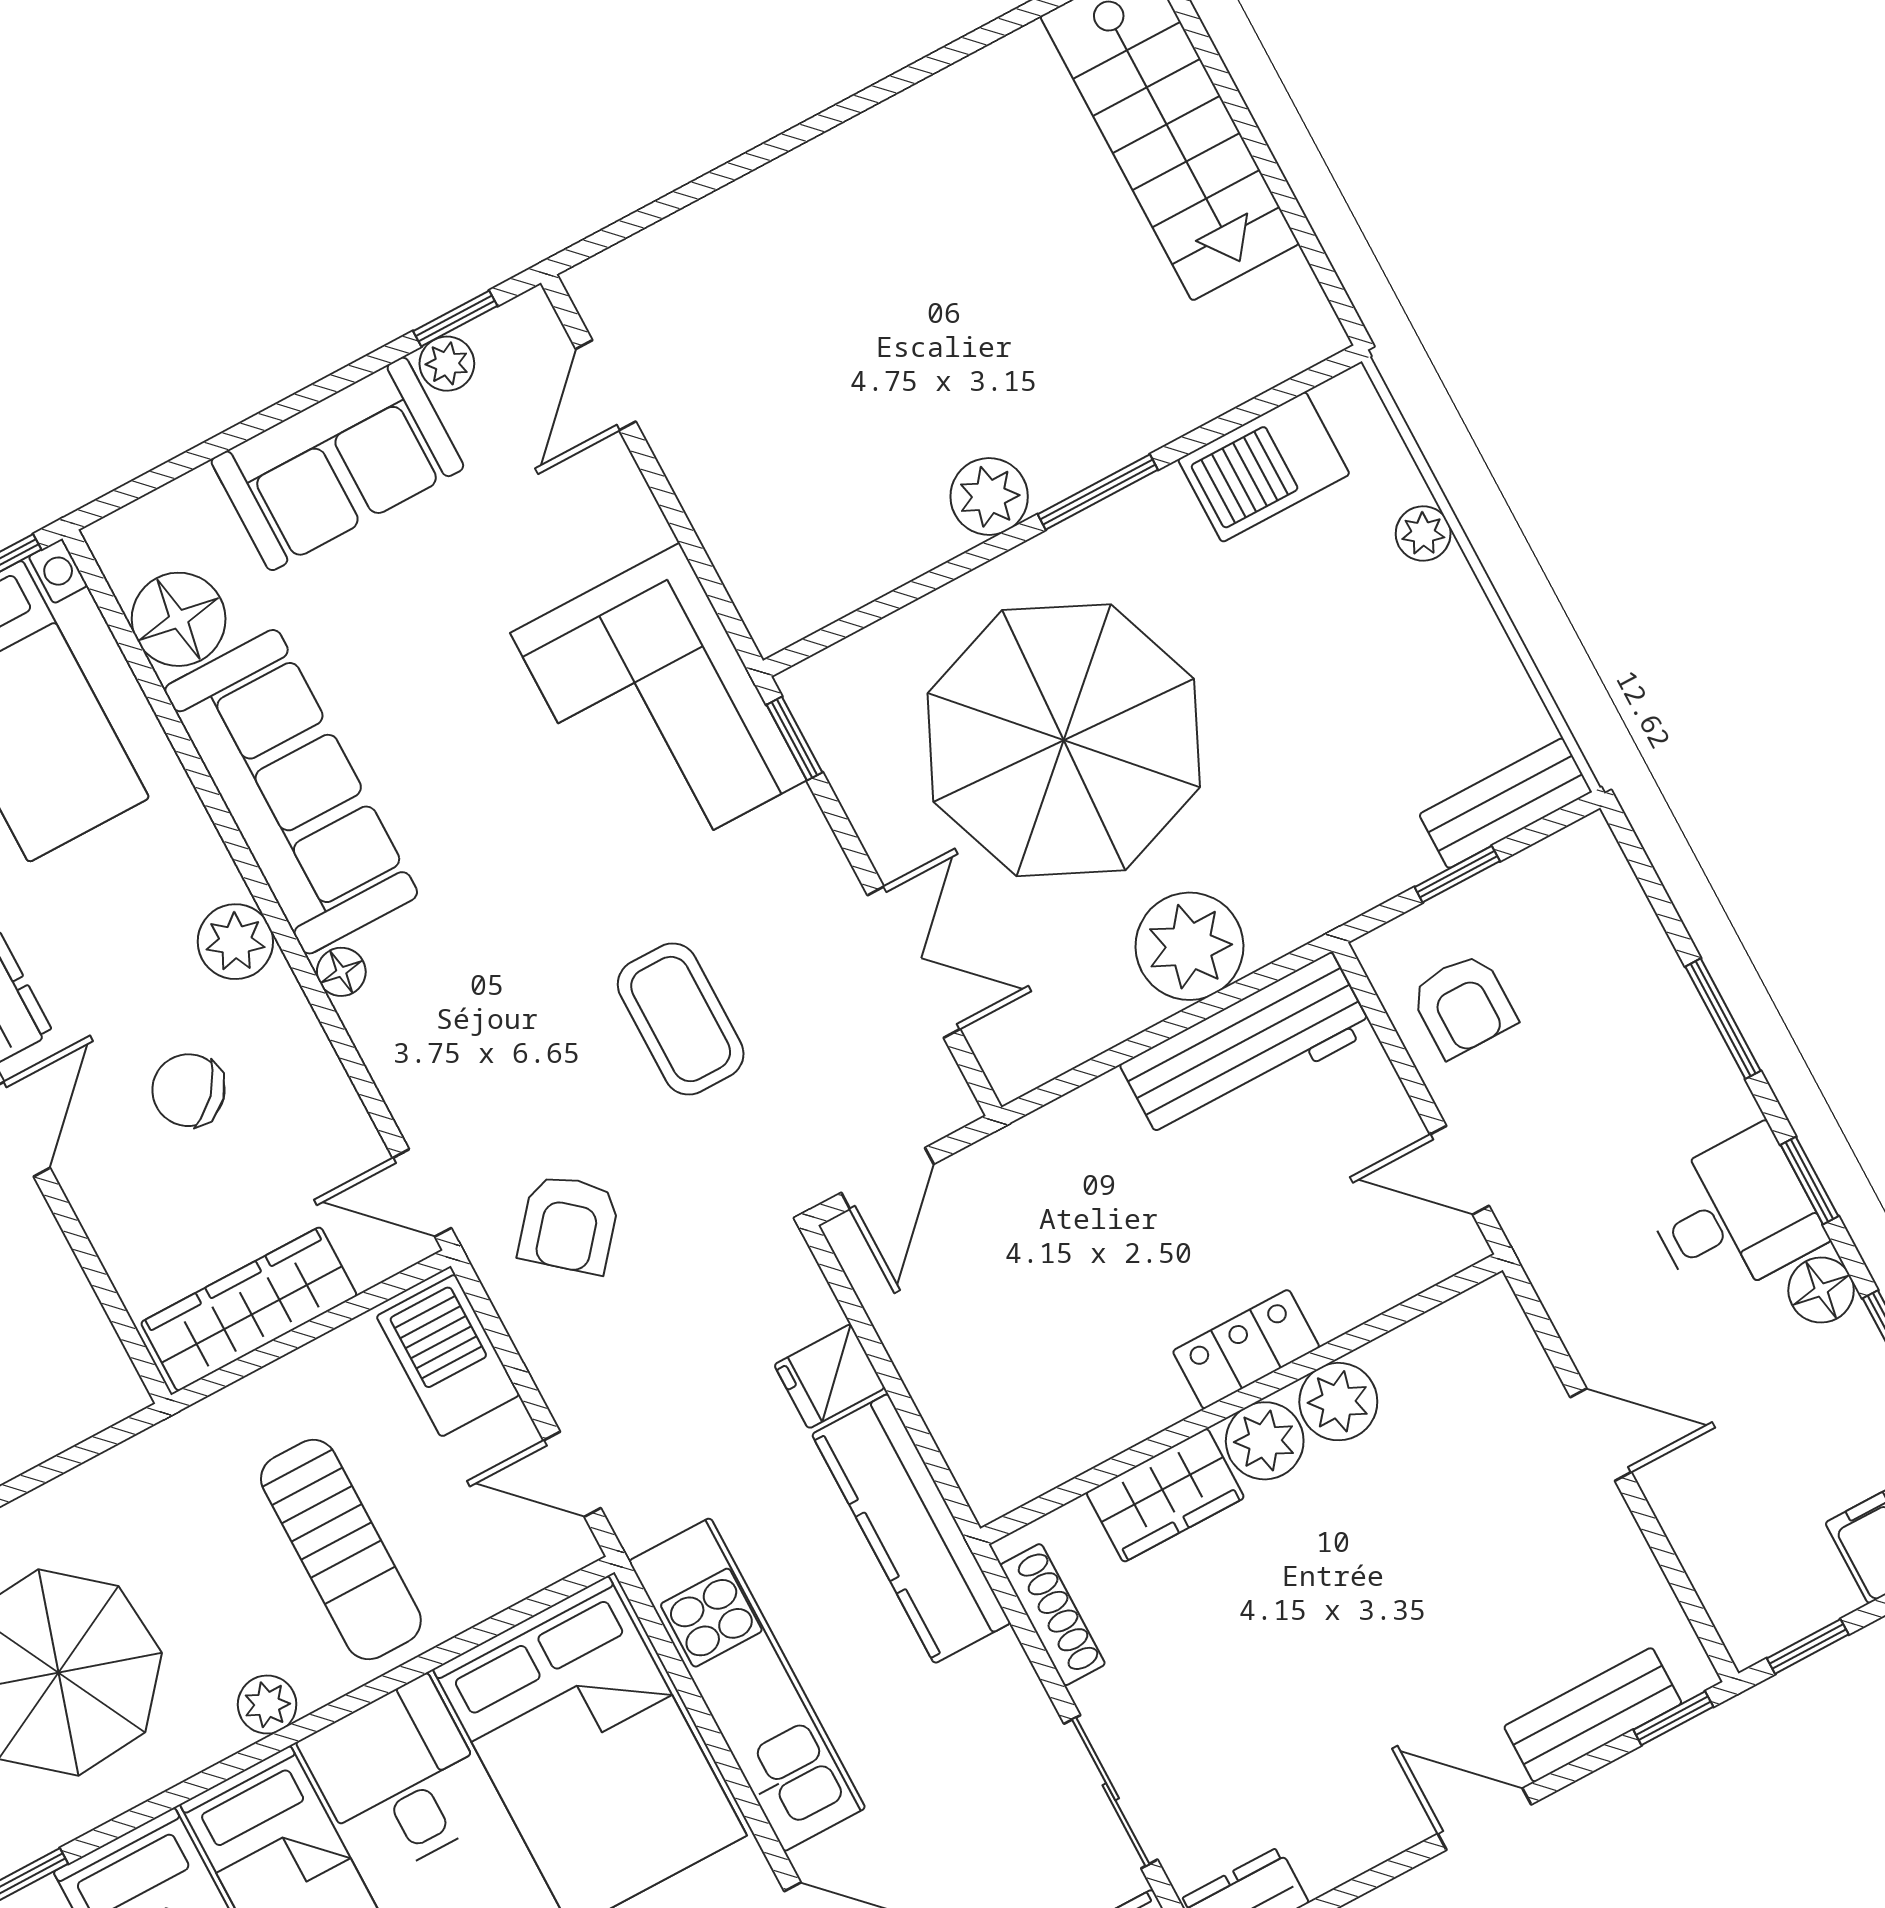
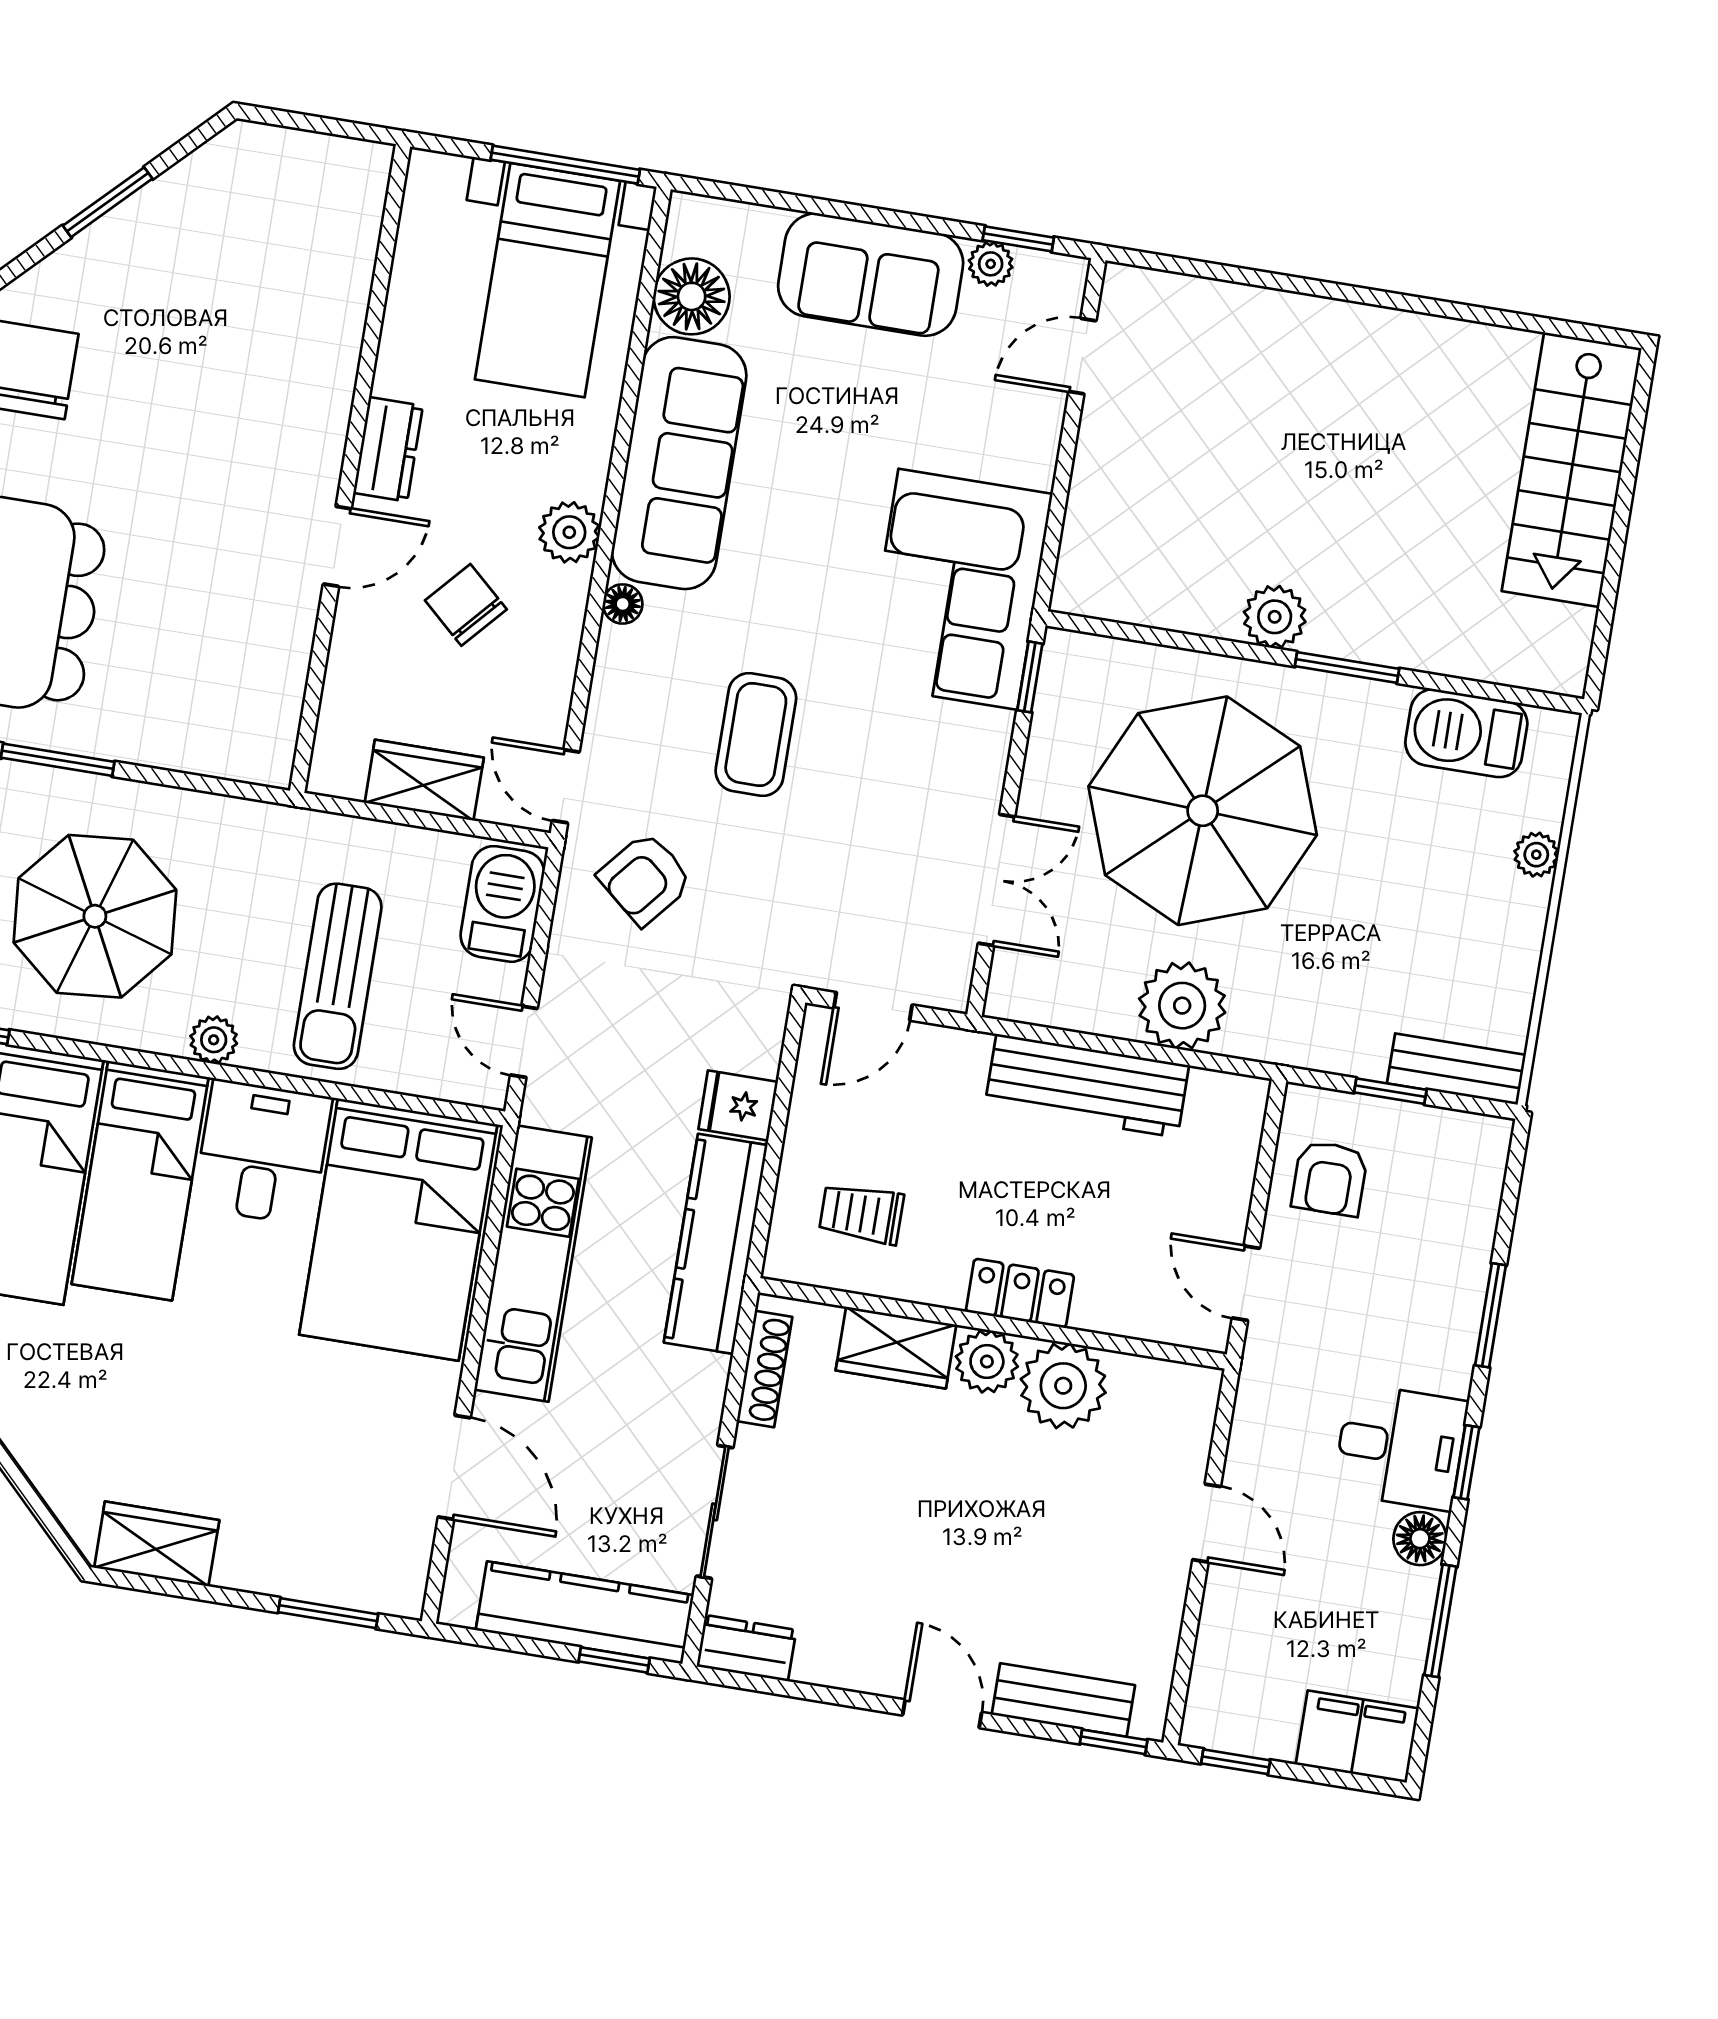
coffee table: (681, 1019) -> (756, 735), moved
workbench: (1247, 1048) -> (1087, 1086), moved
wardrobe: (249, 1309) -> (424, 780), width x0.67
trolley: (1031, 1390) -> (861, 1214), added
plant: (1338, 1402) -> (1063, 1386), width x1.36, depth x1.36

